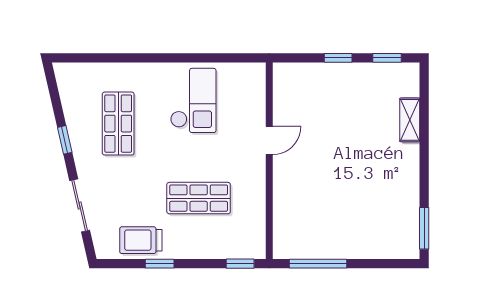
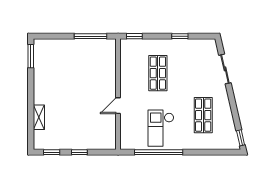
window: (197, 58) -> (159, 152), added
window: (65, 140) -> (241, 138), moved
shop shelf: (199, 198) -> (158, 73), turned 90
trolley: (141, 240) -> (190, 49), removed

